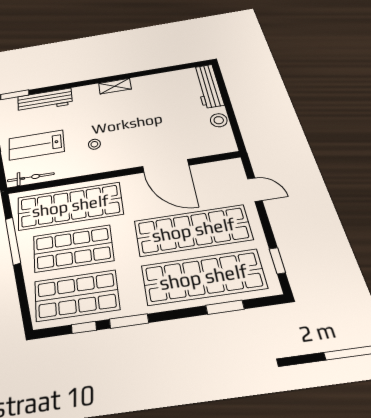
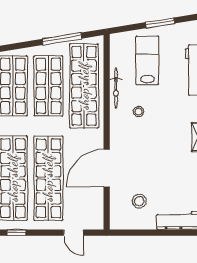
stool: (219, 120) -> (139, 201), moved
bicycle: (31, 177) -> (116, 88), moved
door: (255, 190) -> (74, 233), hinge flipped

